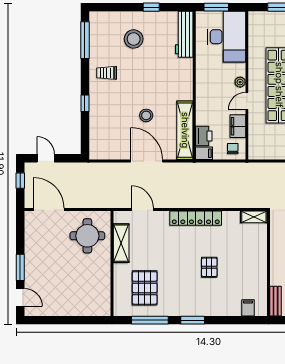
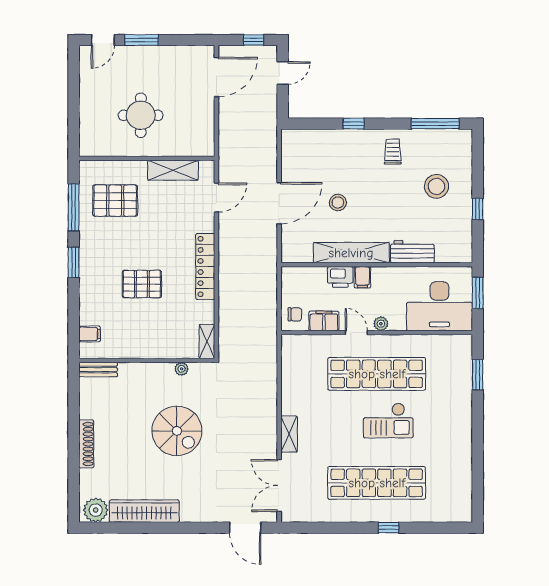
workbench: (184, 34) -> (412, 252), moved, width x0.73
shelving: (185, 130) -> (351, 253), moved
printer: (204, 136) -> (340, 277), moved
filing cabinet: (204, 153) -> (362, 277), moved
round table: (87, 236) -> (141, 115), moved
plant: (275, 237) -> (182, 369), added
pallet: (209, 267) -> (142, 284), width x1.50, depth x1.42

